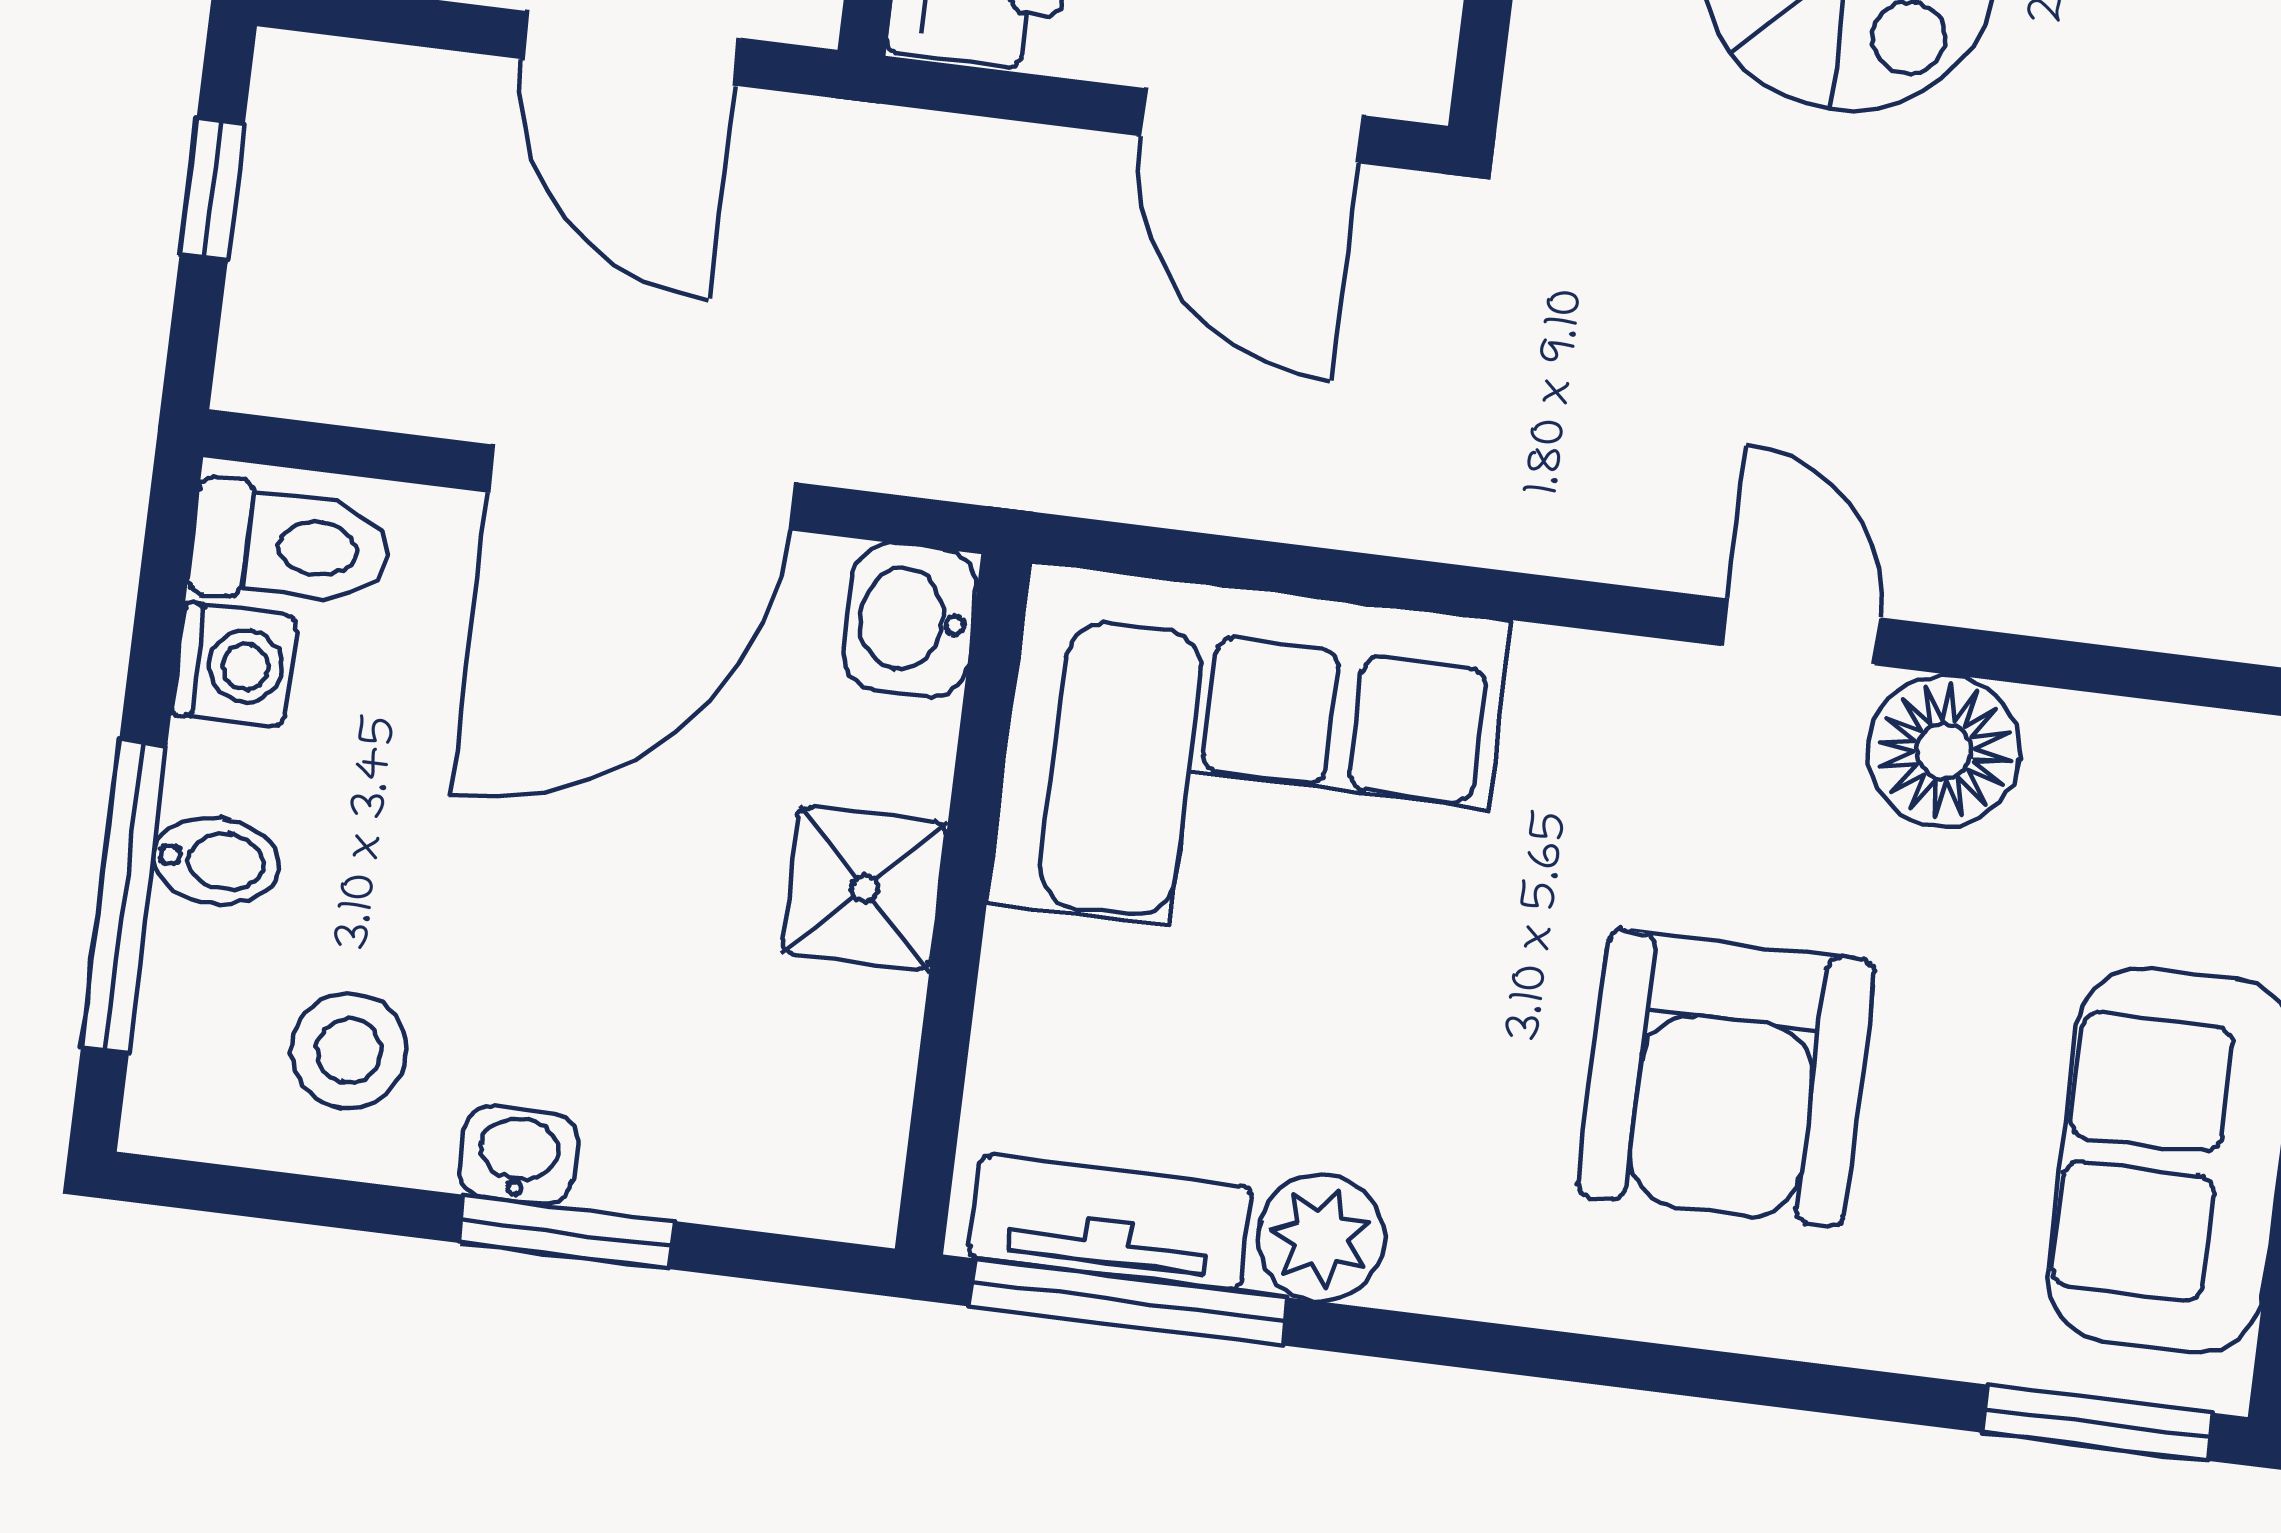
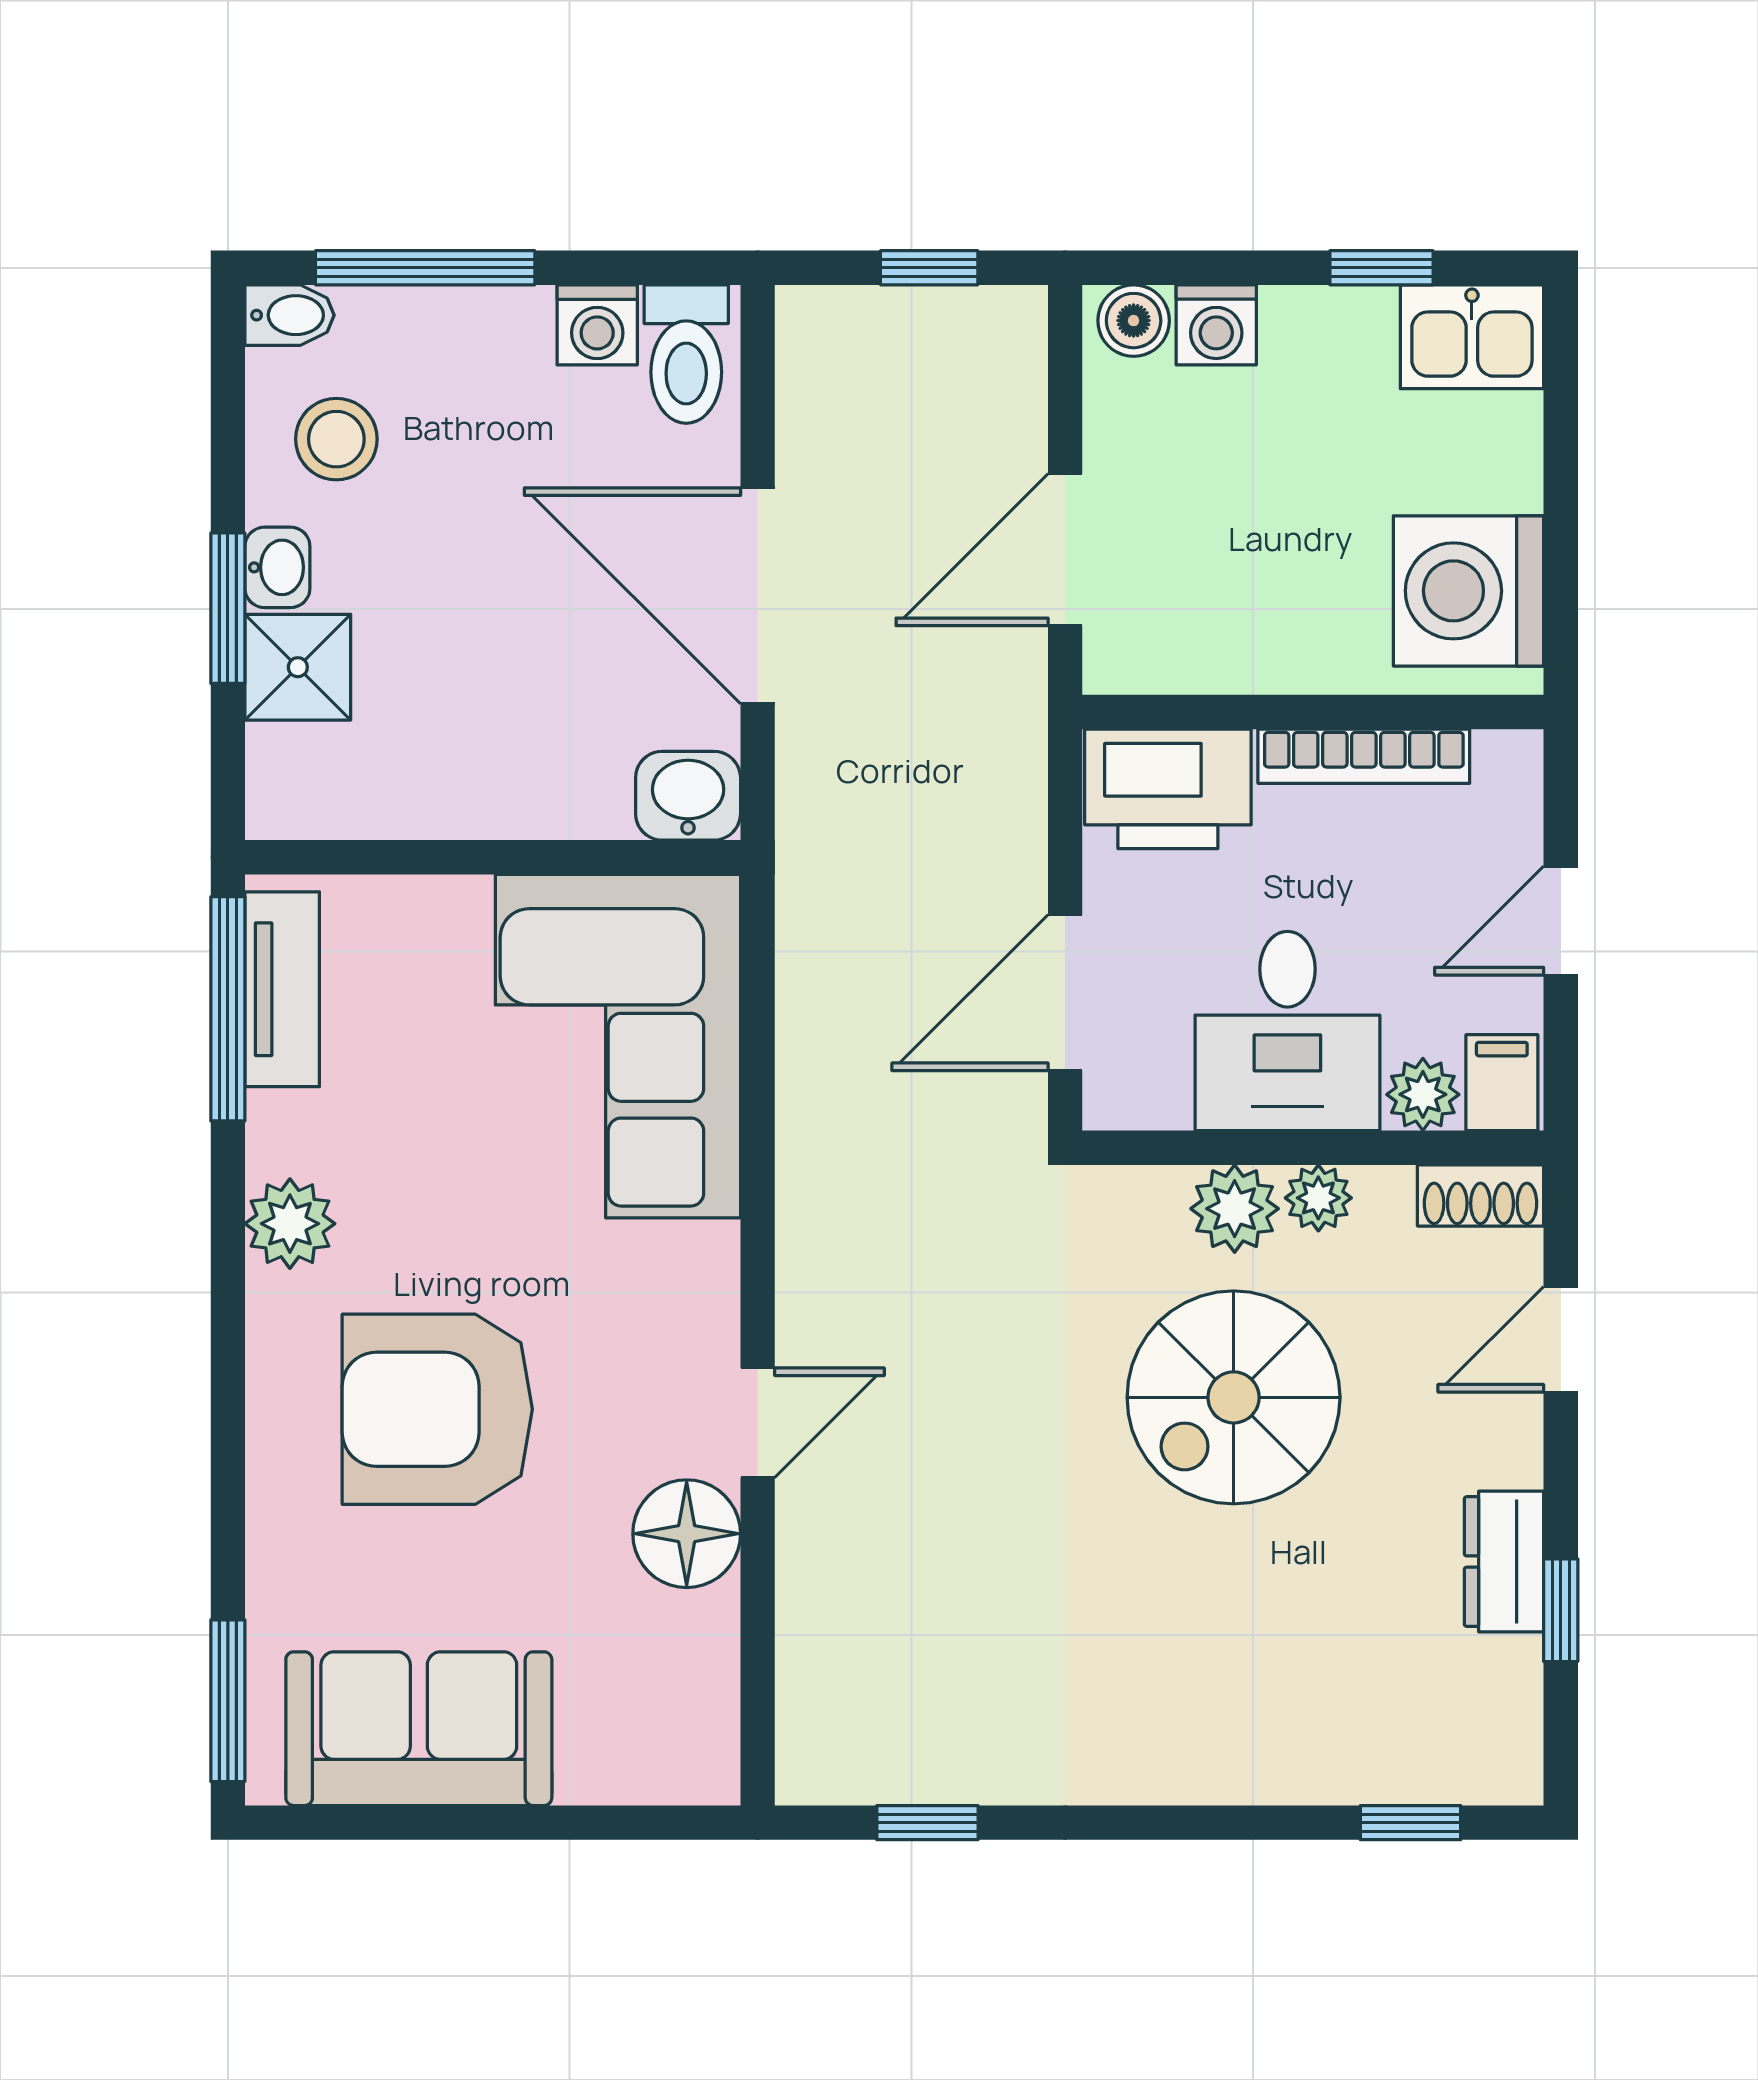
bidet: (216, 861) -> (290, 315), moved, turned -90
shower: (865, 888) -> (298, 667), moved
plant: (1321, 1238) -> (290, 1224), moved

